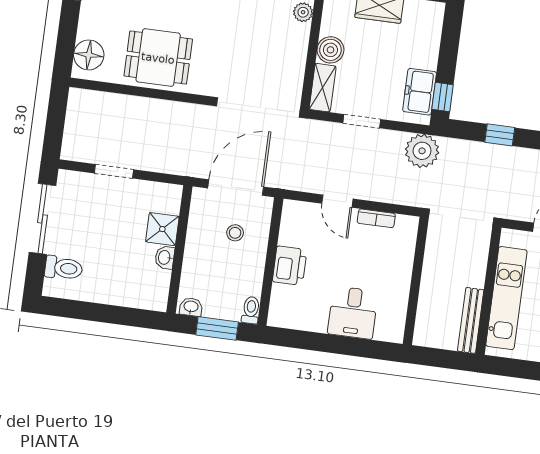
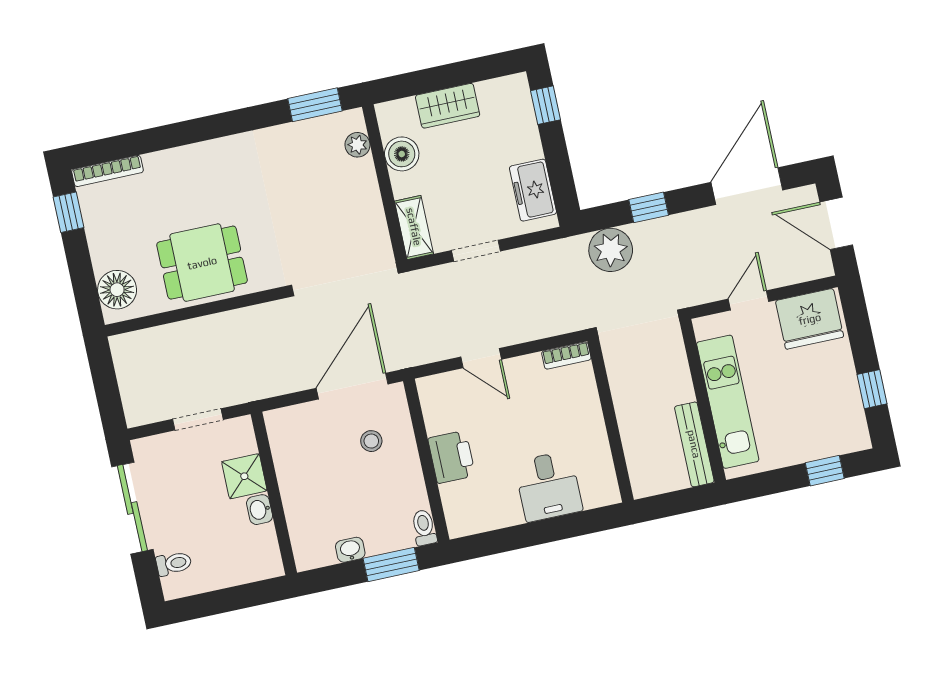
boiler: (330, 50) -> (402, 154), moved
window: (443, 97) -> (545, 105), moved
plant: (422, 151) -> (611, 250), moved
bookcase: (376, 218) -> (566, 355), moved
shower: (162, 229) -> (244, 476), moved
wall: (179, 249) -> (274, 493), moved
washbasin: (165, 257) -> (260, 510), moved
toilet: (64, 268) -> (174, 563), width x0.73, depth x0.72

